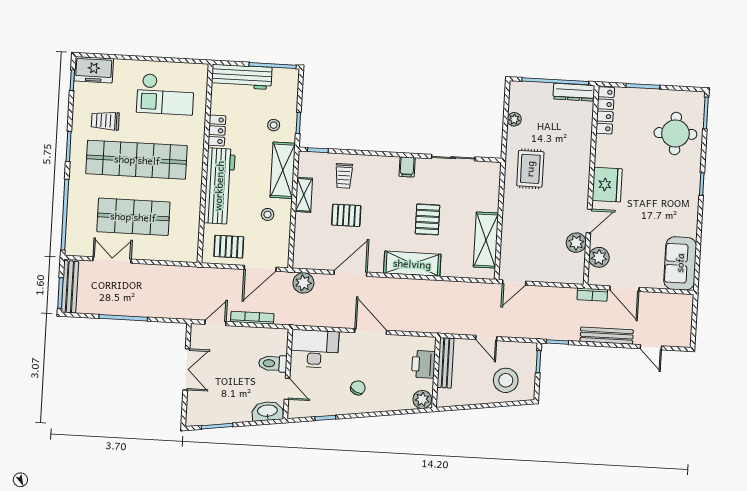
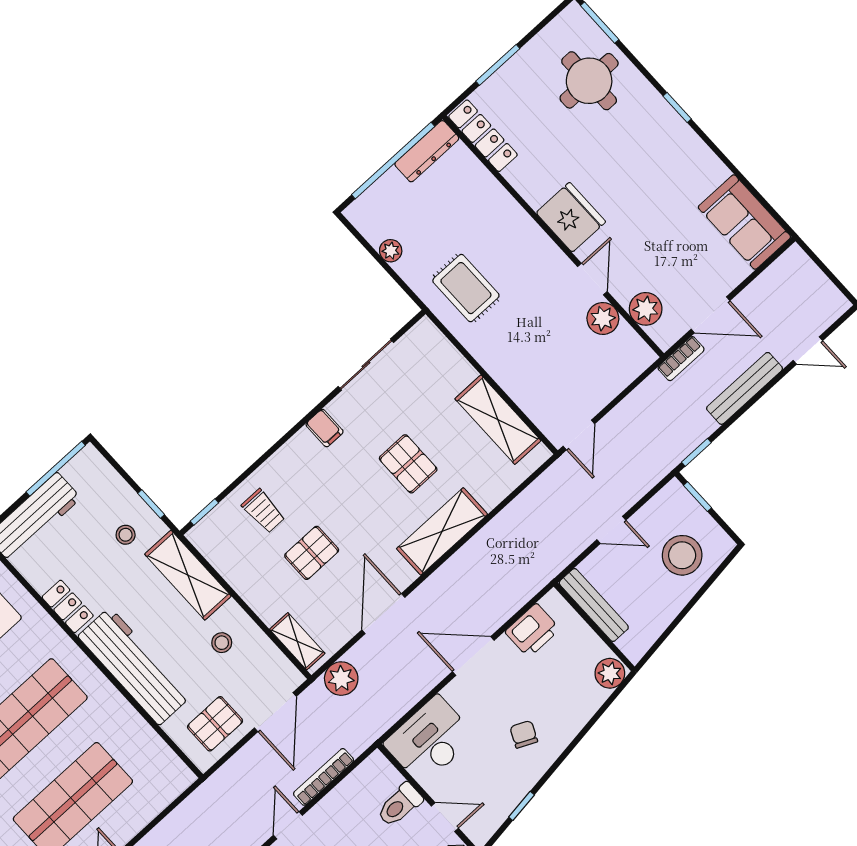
shelving: (304, 195) -> (297, 641), moved
printer: (423, 364) -> (532, 630), moved, turned -90

